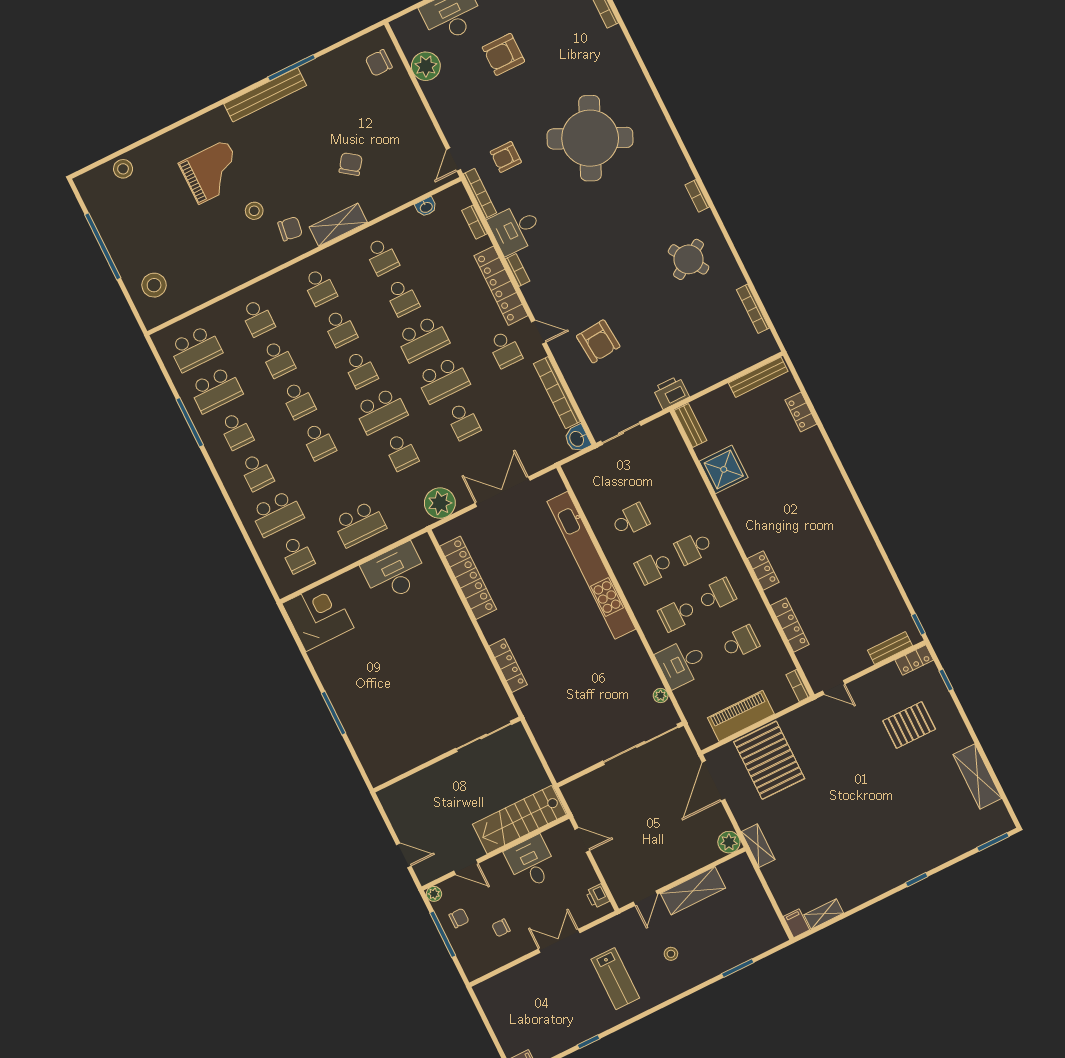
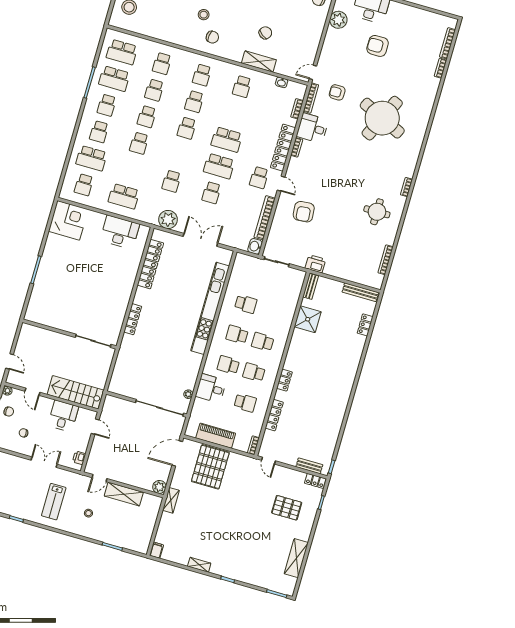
shelving: (338, 225) -> (259, 61), moved
round table: (689, 259) -> (377, 212), turned 32
school desk: (402, 298) -> (234, 113), removed
school desk: (381, 411) -> (179, 155), removed
school desk: (717, 595) -> (254, 372), turned 180
shelving: (824, 914) -> (199, 565), moved

